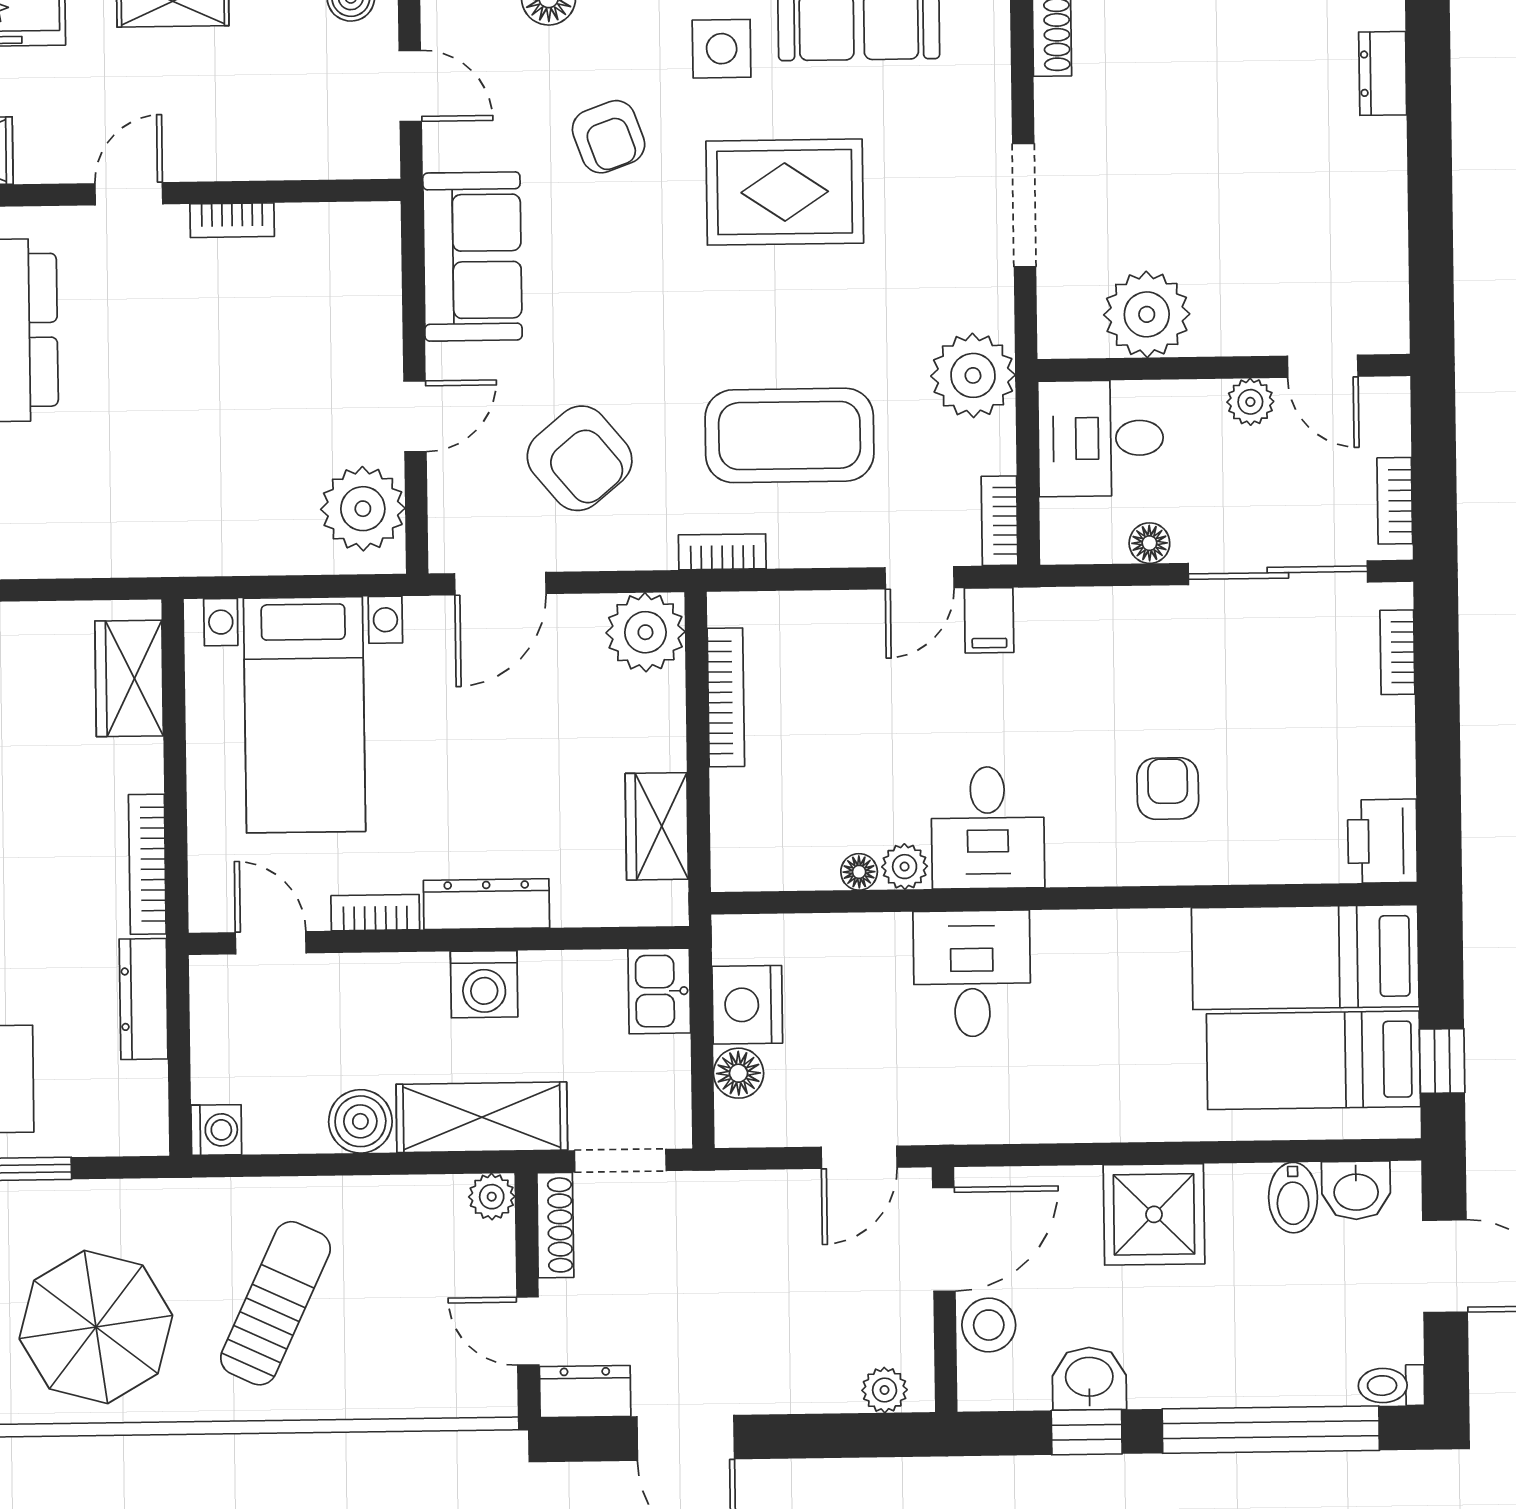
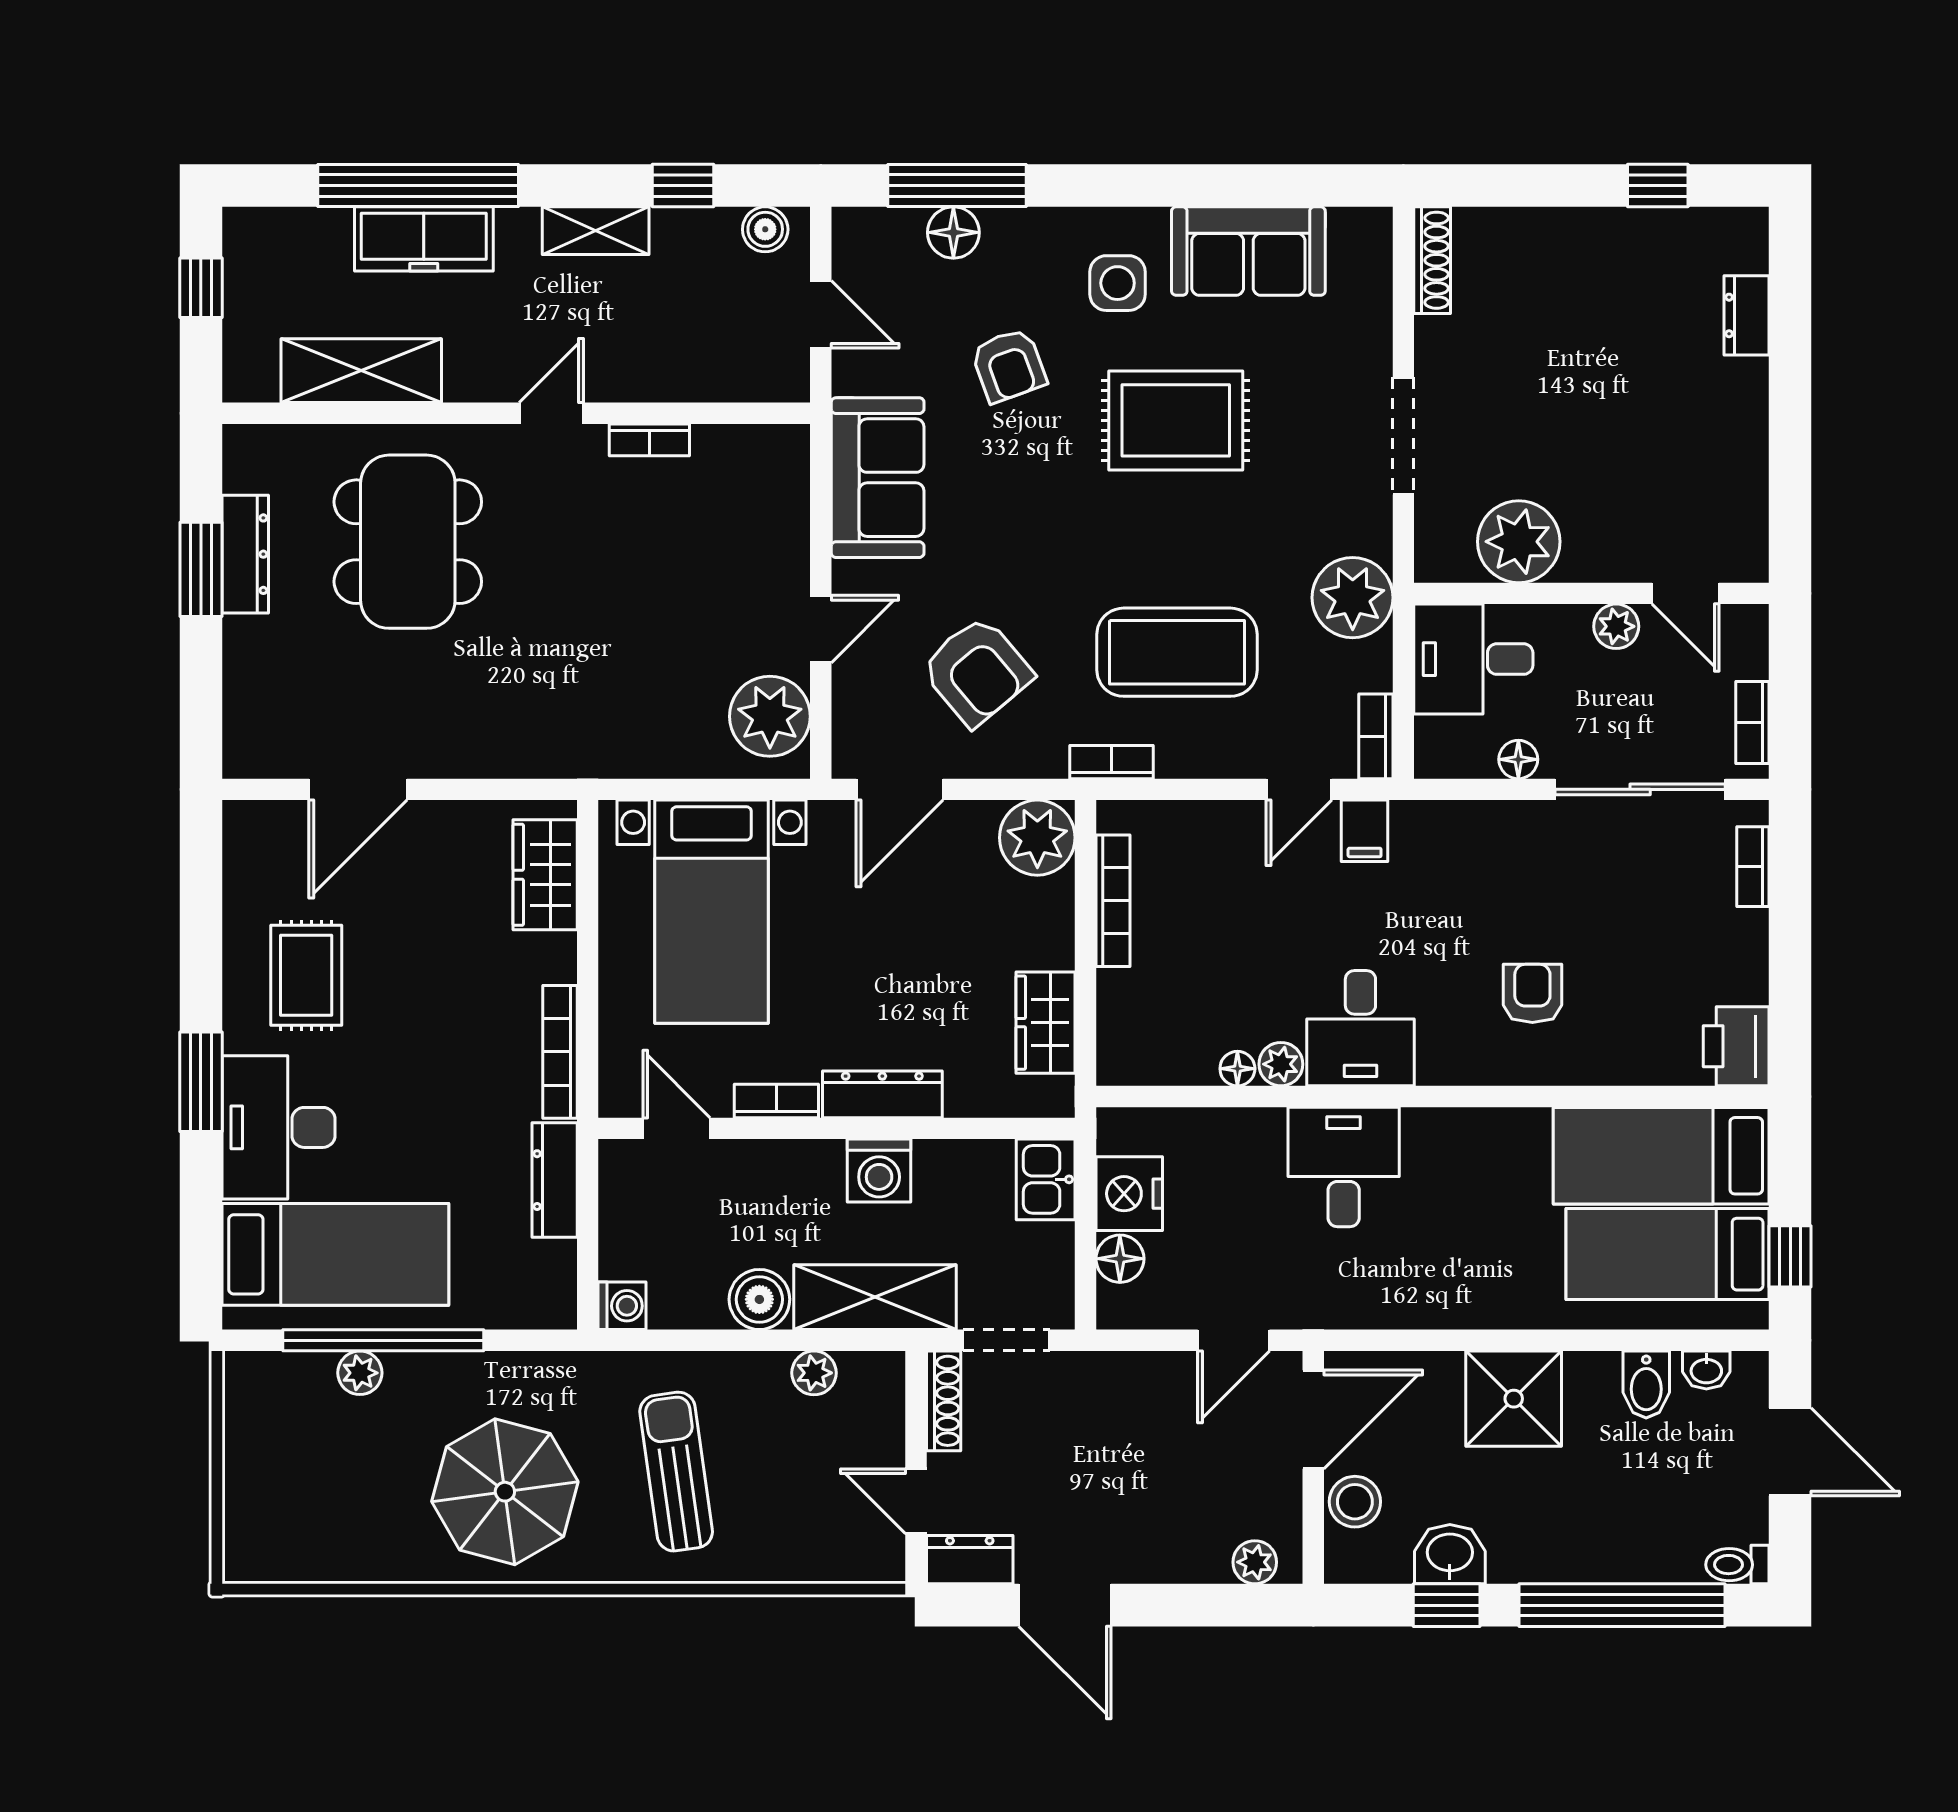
washbasin: (1356, 1190) -> (1706, 1370), width x0.72, depth x0.69
plant: (492, 1197) -> (814, 1373), moved
sun lounger: (275, 1303) -> (676, 1472), turned -33

